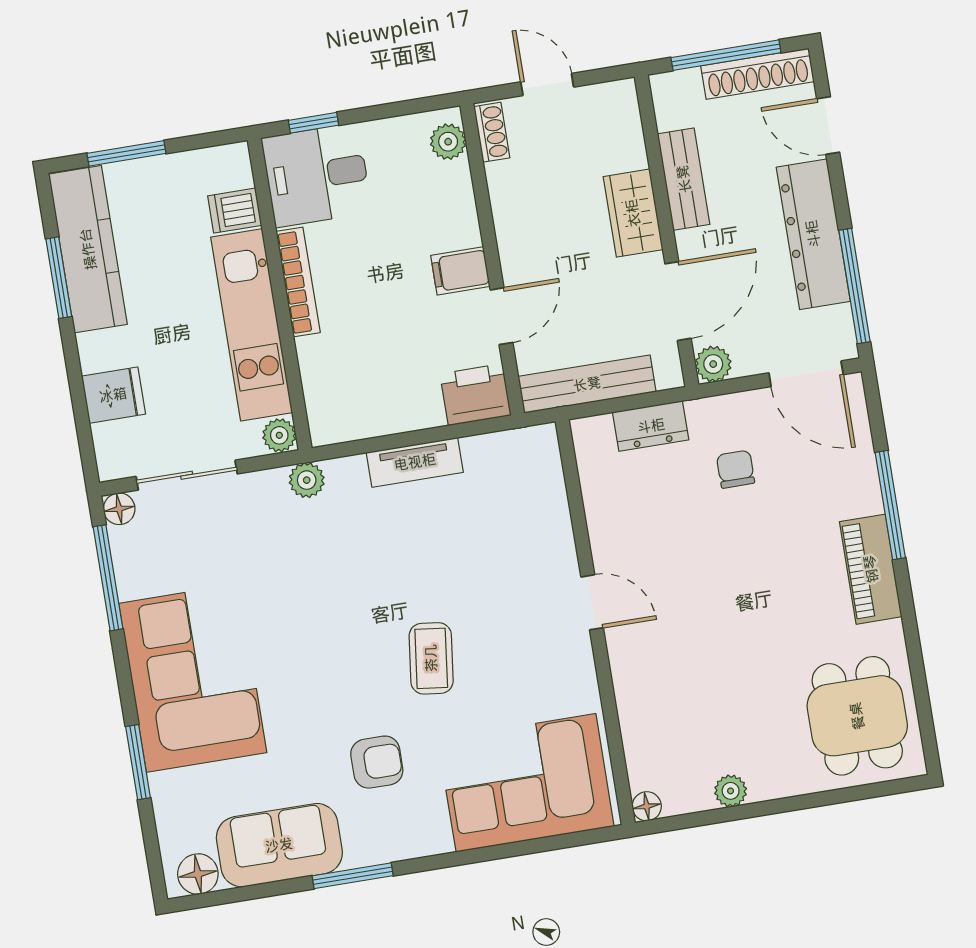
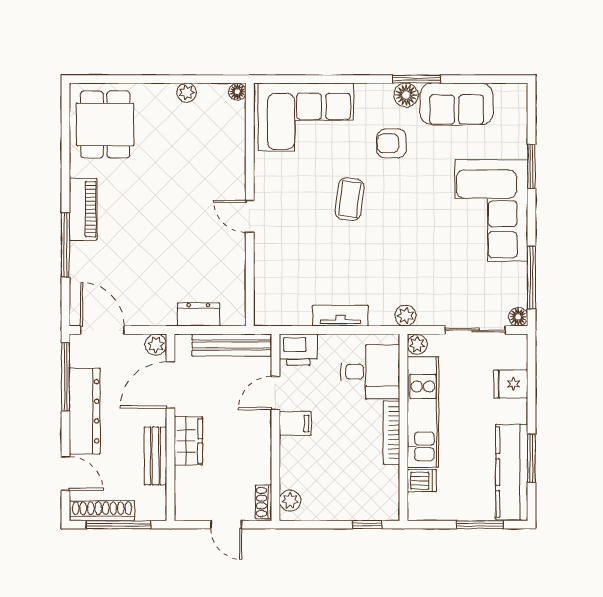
desk: (317, 175) -> (370, 372), moved
chair: (736, 469) -> (153, 281), removed
floor lamp: (198, 874) -> (406, 95), moved

